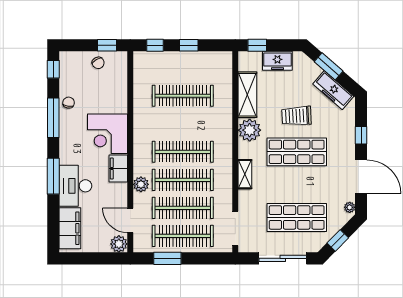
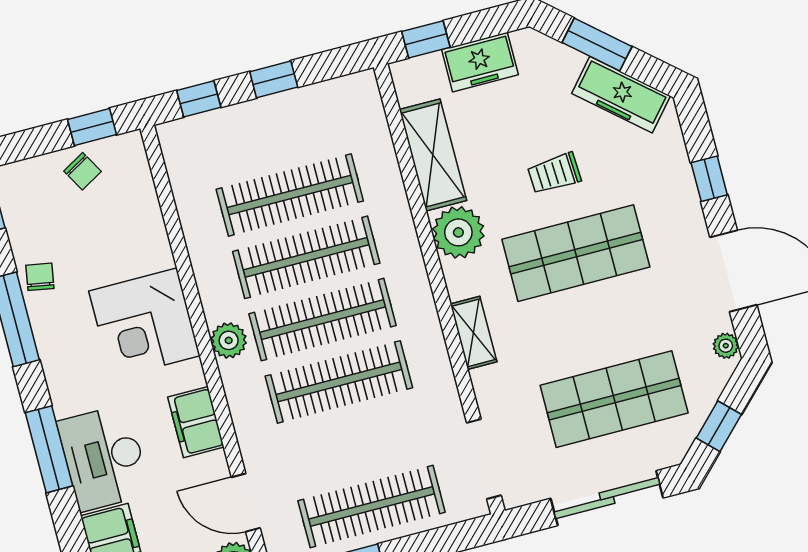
trolley: (296, 116) -> (554, 173), width x0.73, depth x0.72
filing cabinet: (118, 168) -> (196, 422), moved
plant: (141, 184) -> (229, 340), moved
clothes rail: (183, 208) -> (306, 257), moved

